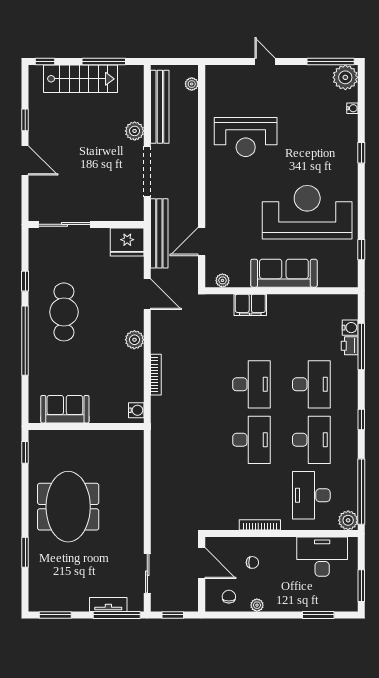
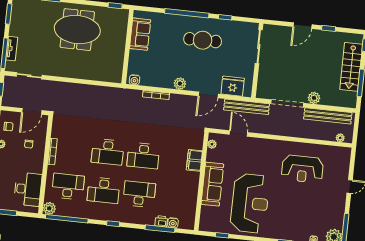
reception desk: (246, 137) -> (302, 169), turned -90
fridge: (127, 242) -> (233, 86), moved, turned 90
desk: (311, 384) -> (139, 194), turned 180

